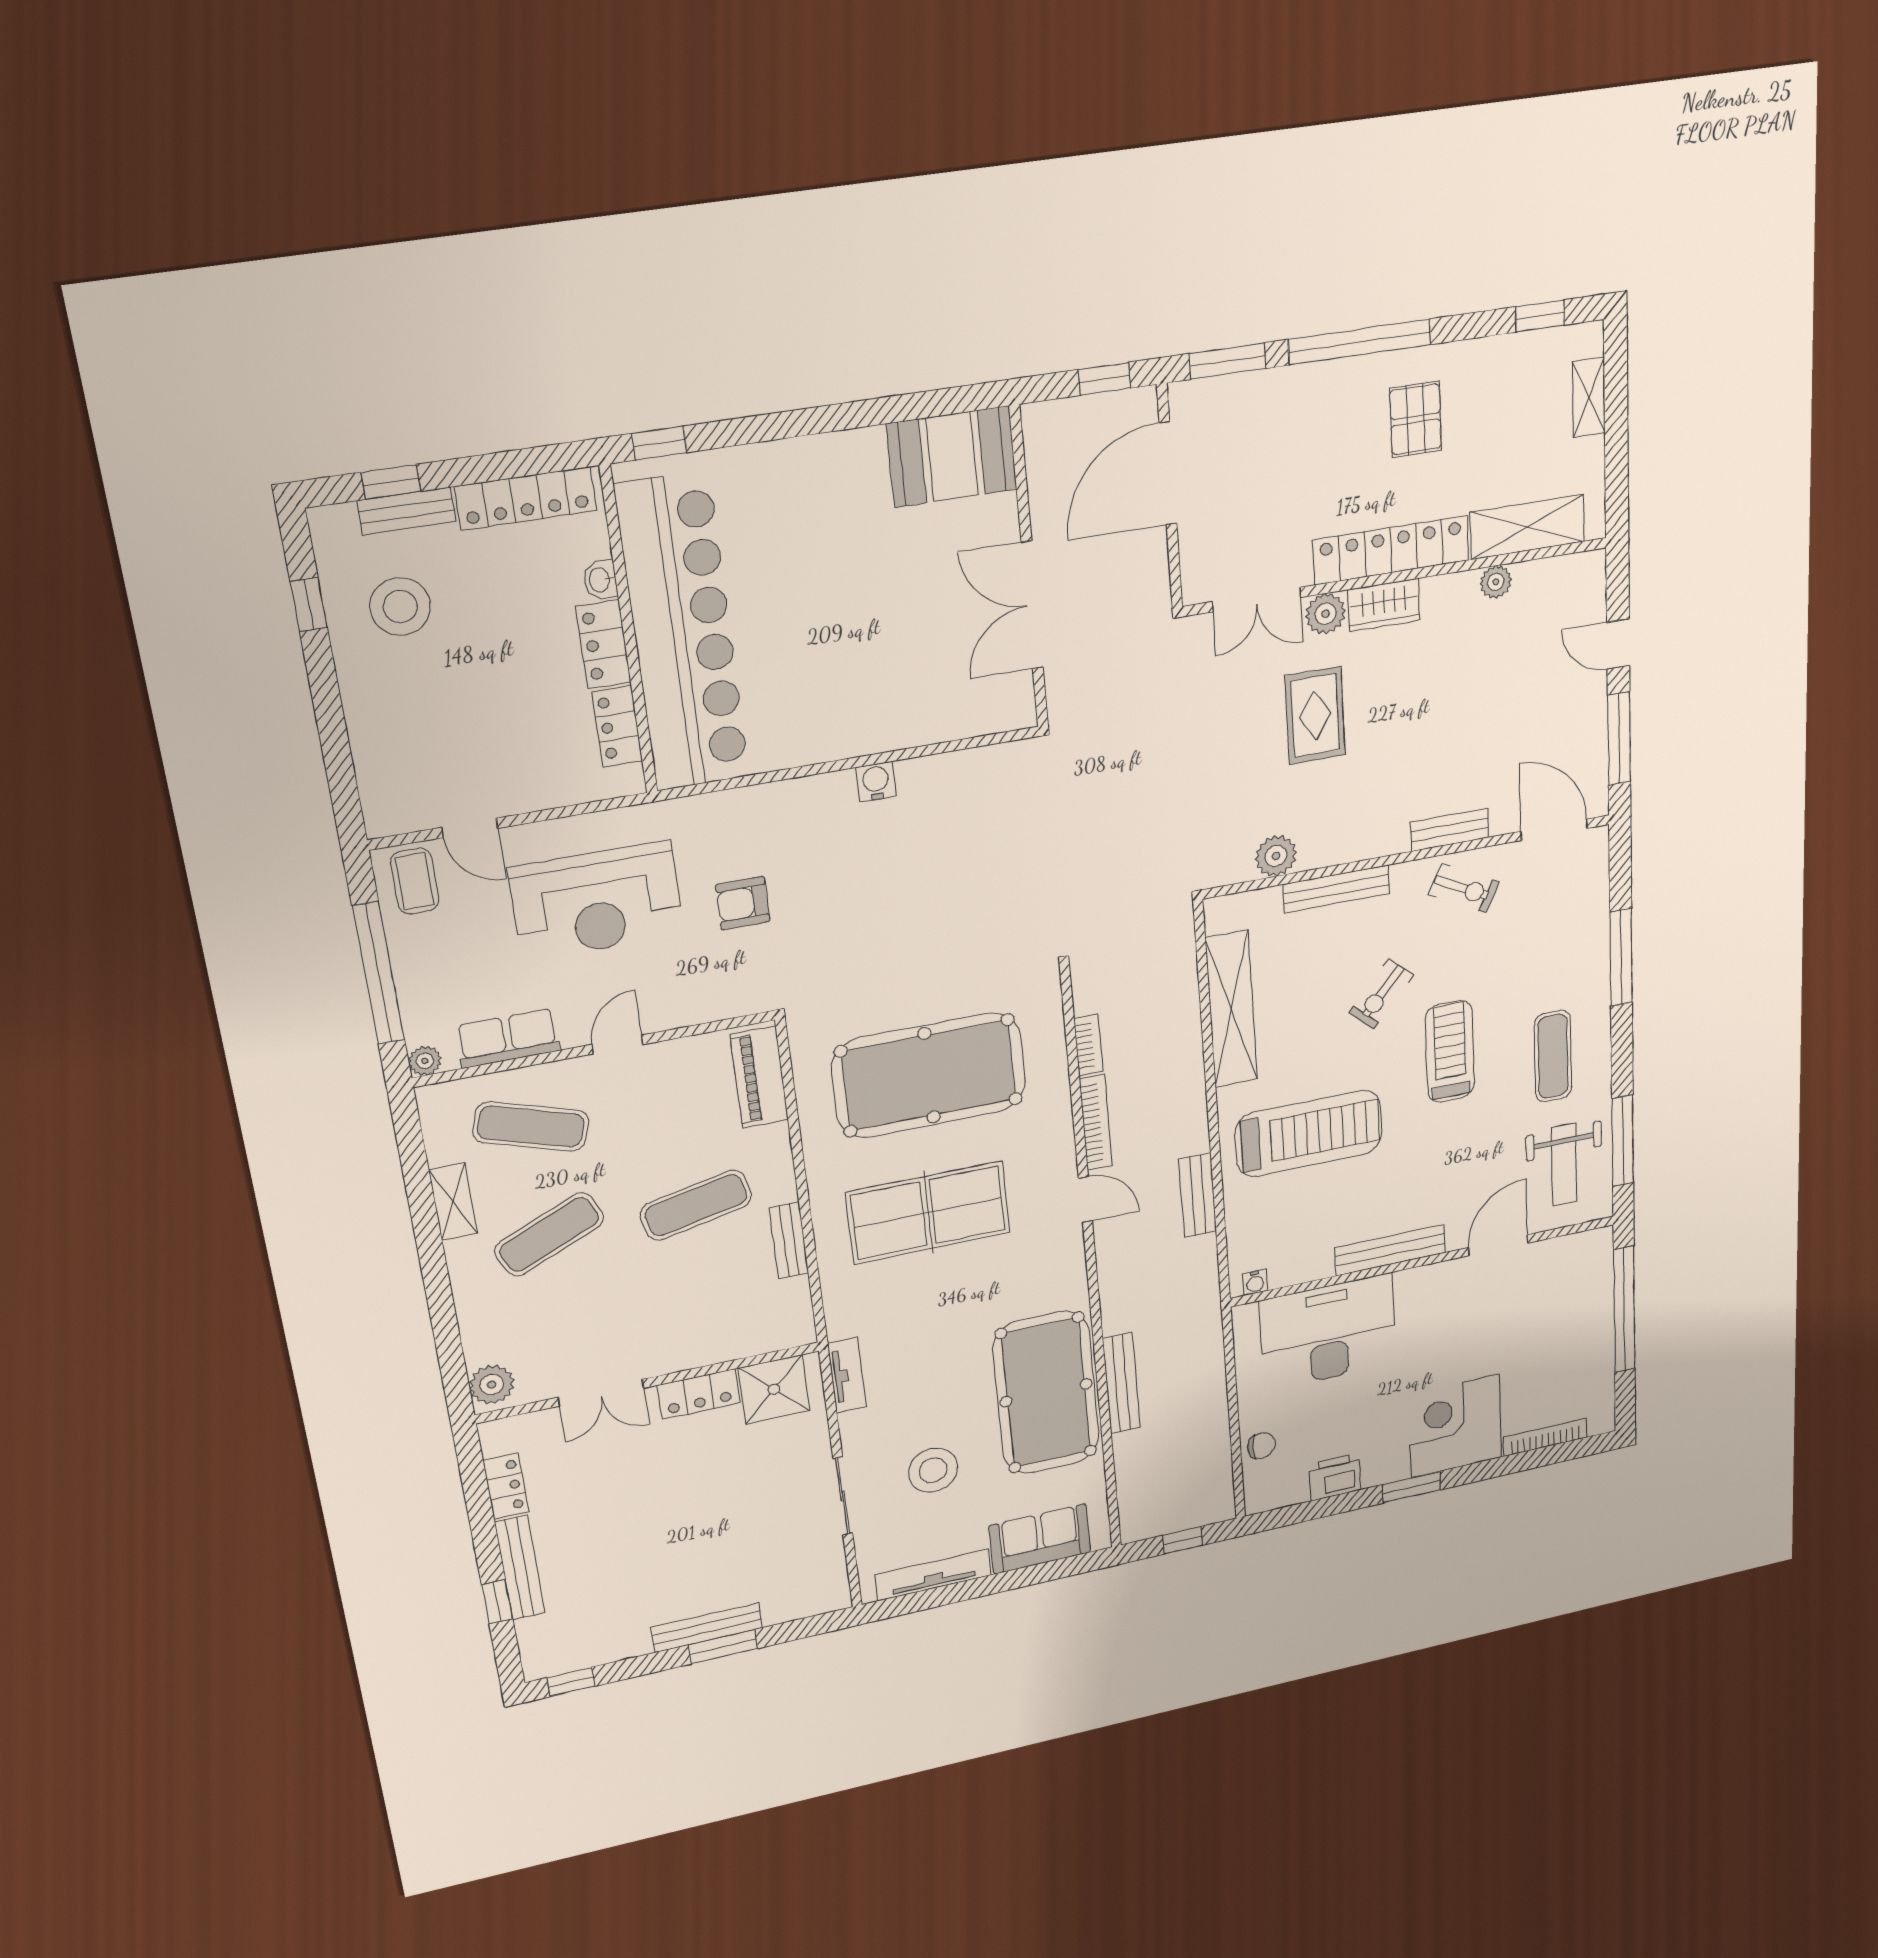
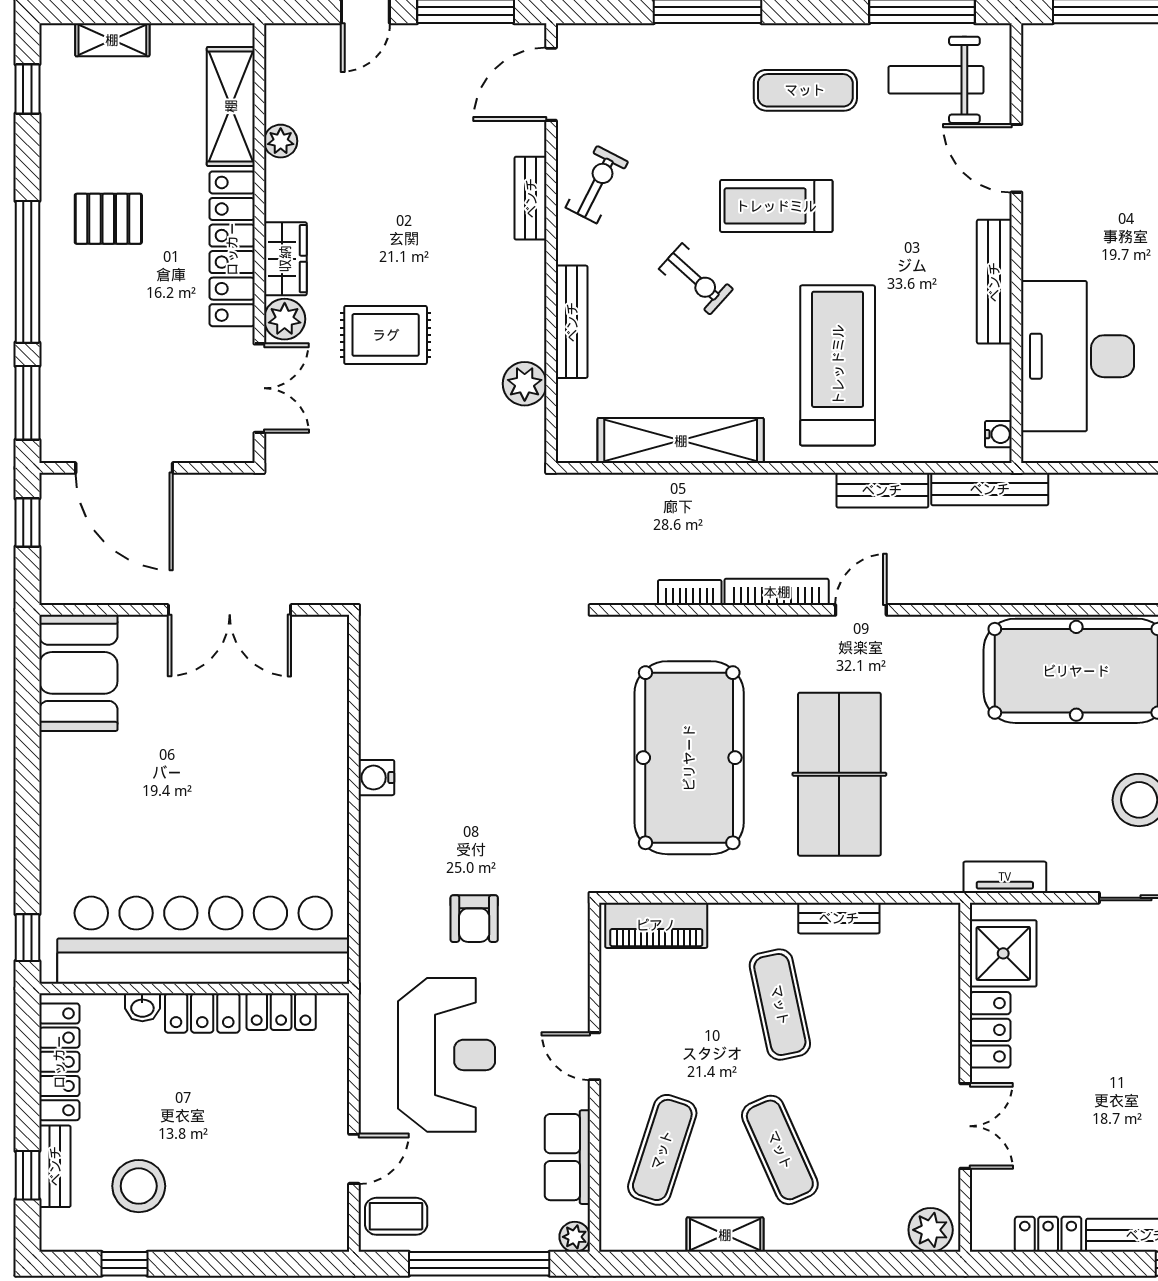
weight bench: (1564, 1165) -> (936, 80), turned 180
bench: (1121, 1383) -> (990, 489), moved

